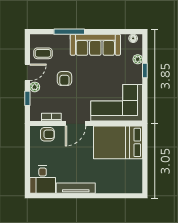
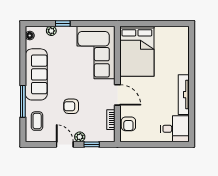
coffee table: (43, 53) -> (37, 121), moved
armchair: (64, 79) -> (71, 106), turned 180
armchair: (47, 134) -> (128, 124), turned 180

